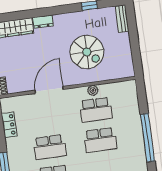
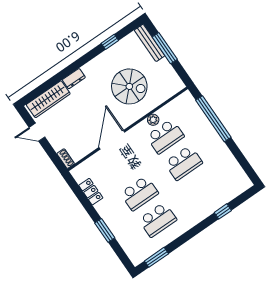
bench: (122, 19) -> (150, 43), width x1.36
window: (133, 35) -> (165, 48), added
window: (148, 138) -> (213, 119), moved

